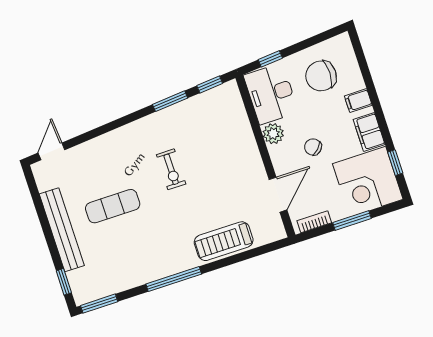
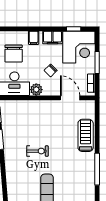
treadmill: (224, 241) -> (86, 135), turned 180

